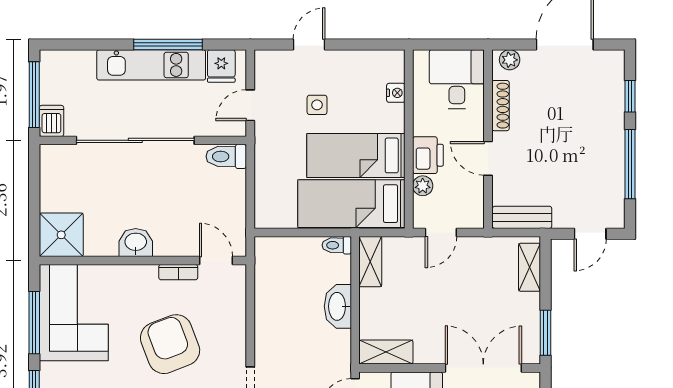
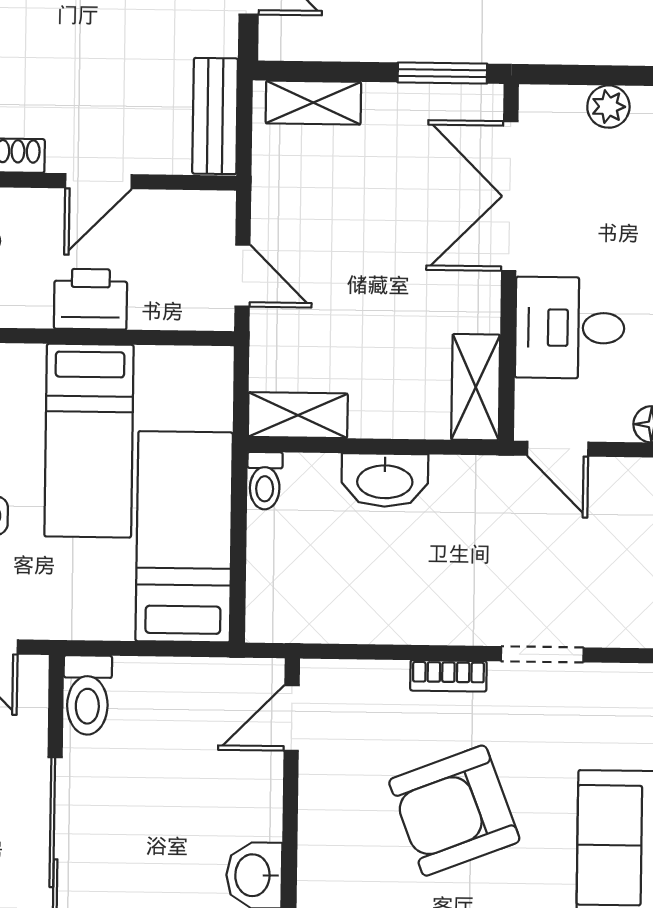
plant: (423, 186) -> (150, 310), removed
bed: (351, 204) -> (184, 537), moved, turned 180
bookcase: (178, 272) -> (448, 676), moved, turned 90

